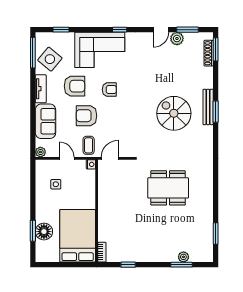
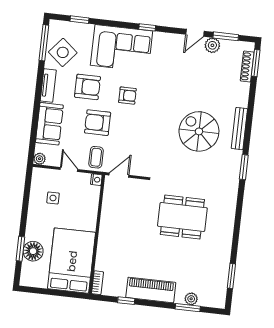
window: (216, 112) -> (244, 167), moved
piano: (148, 253) -> (151, 290), added

